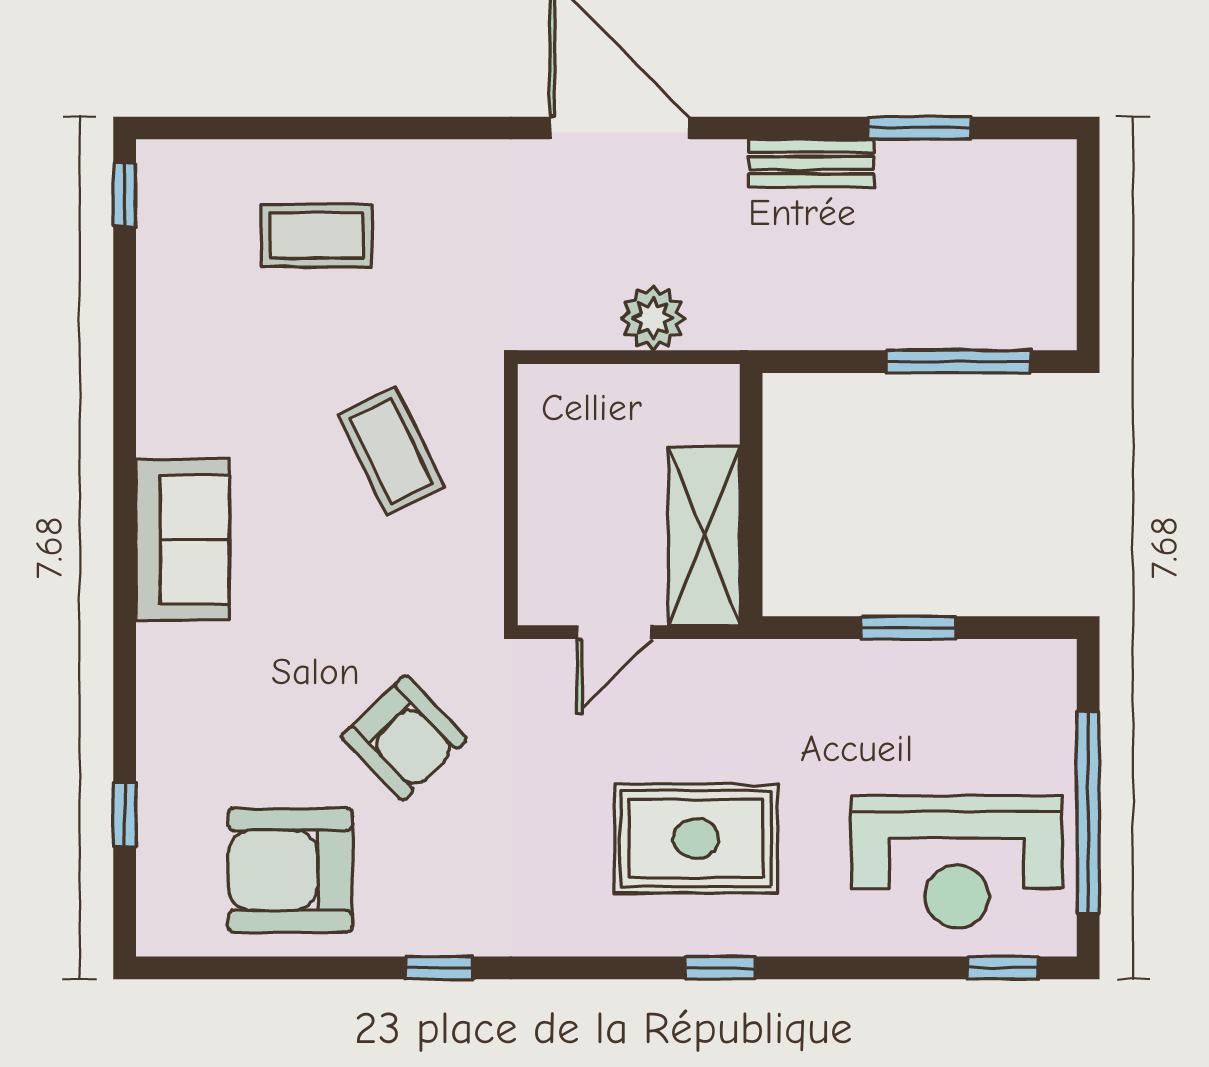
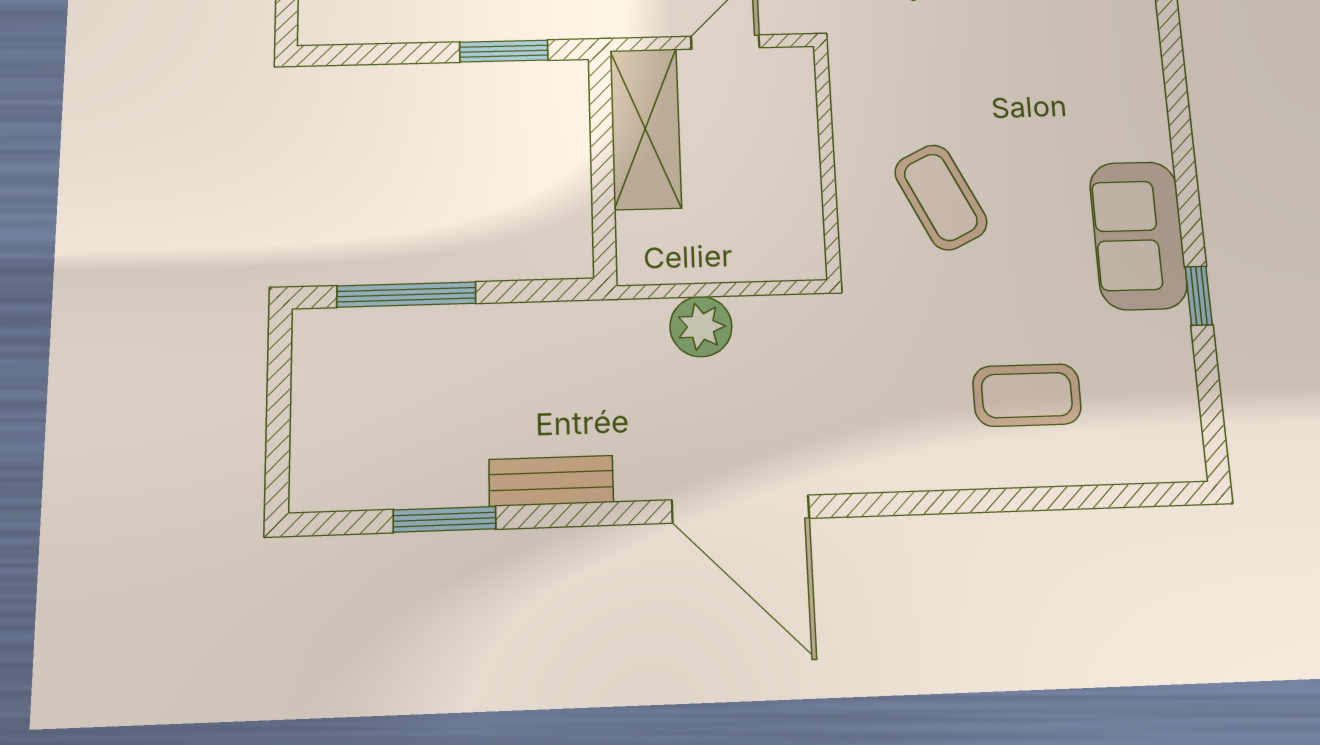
window: (125, 194) -> (1199, 296), moved
sofa: (183, 539) -> (1138, 235), moved
window: (908, 628) -> (504, 51), moved

